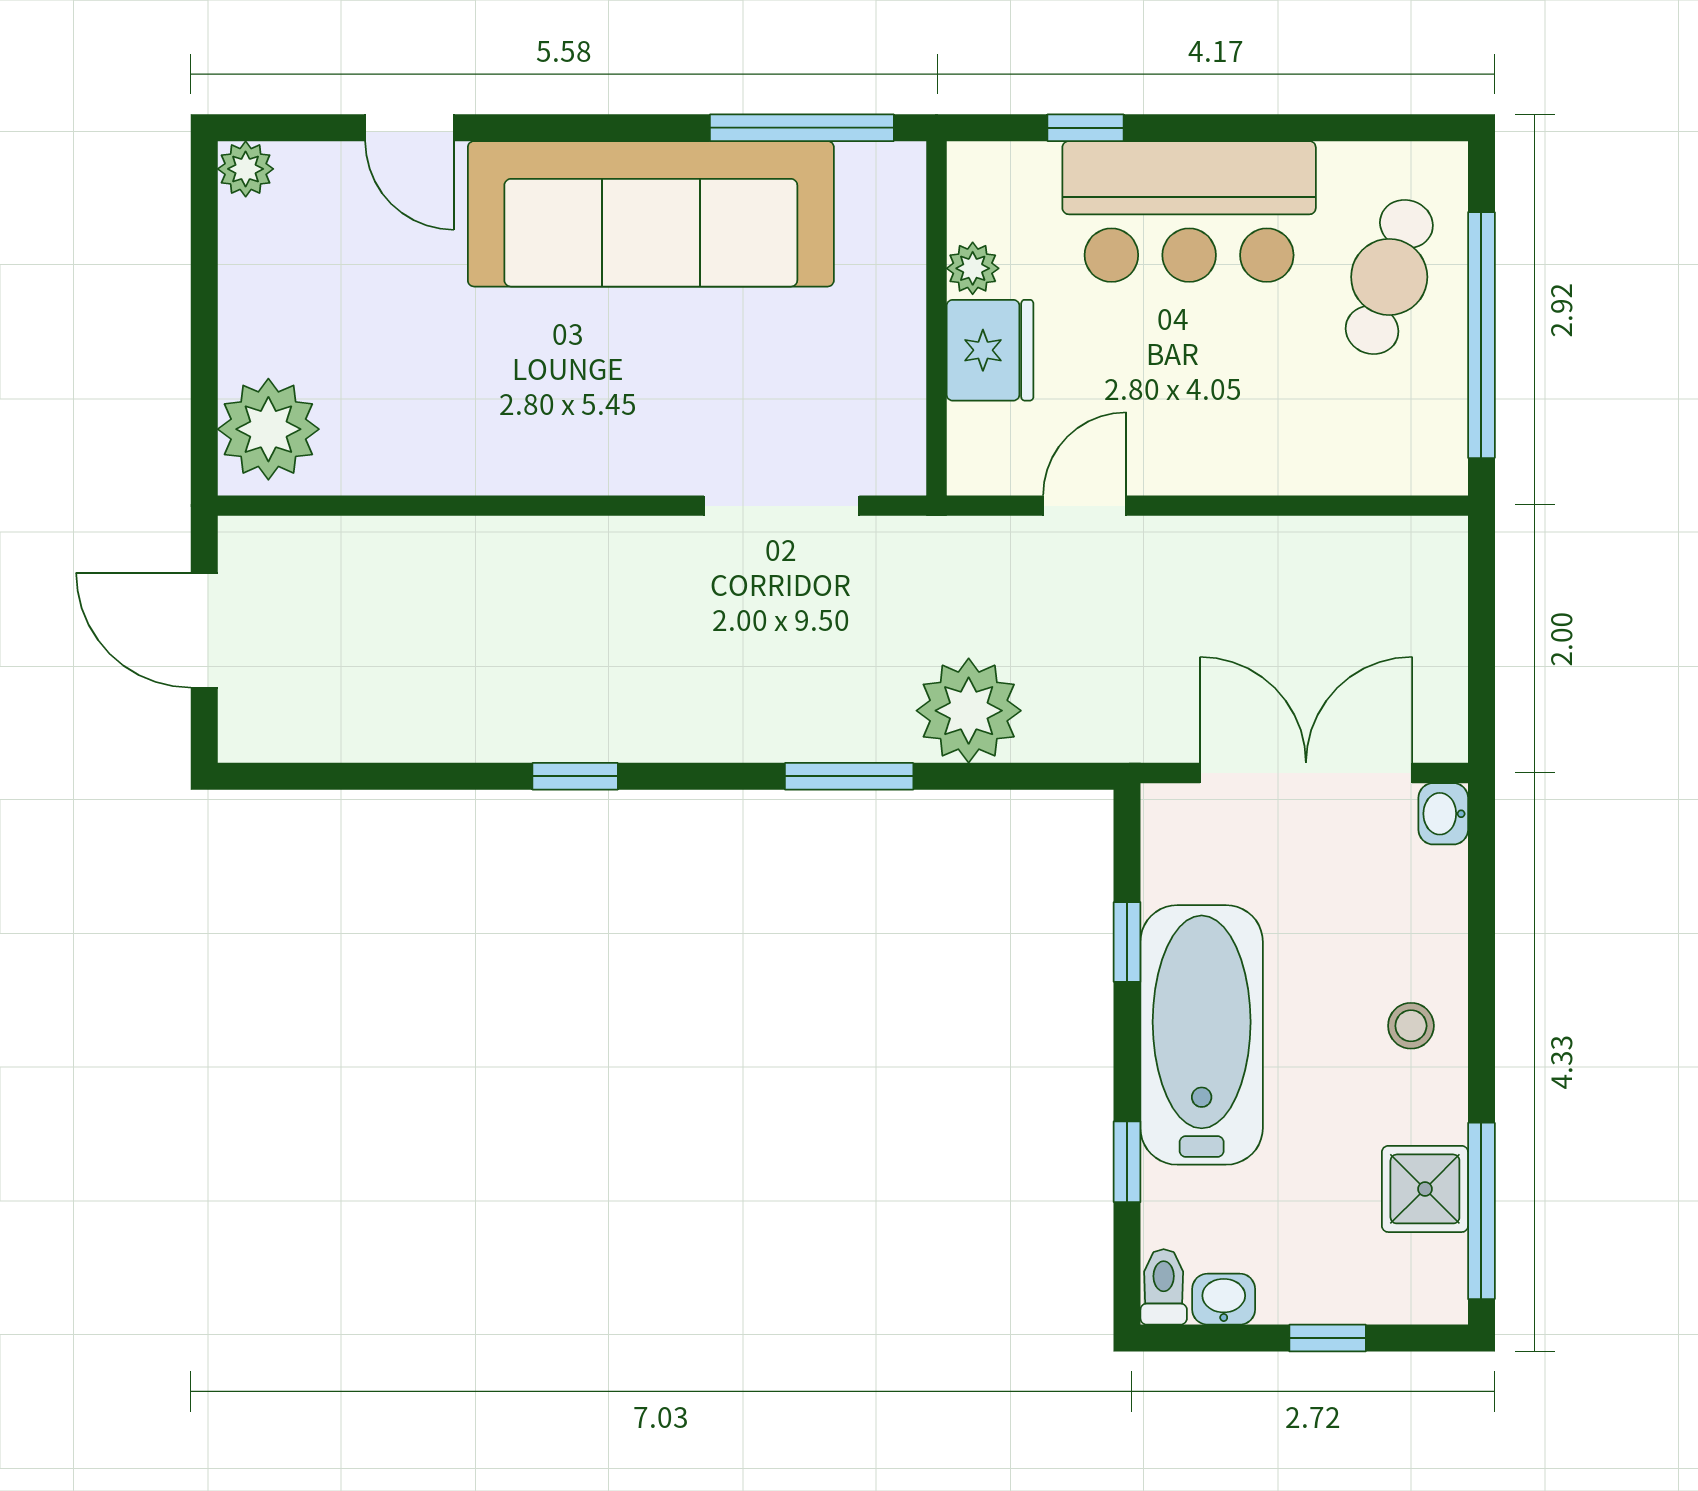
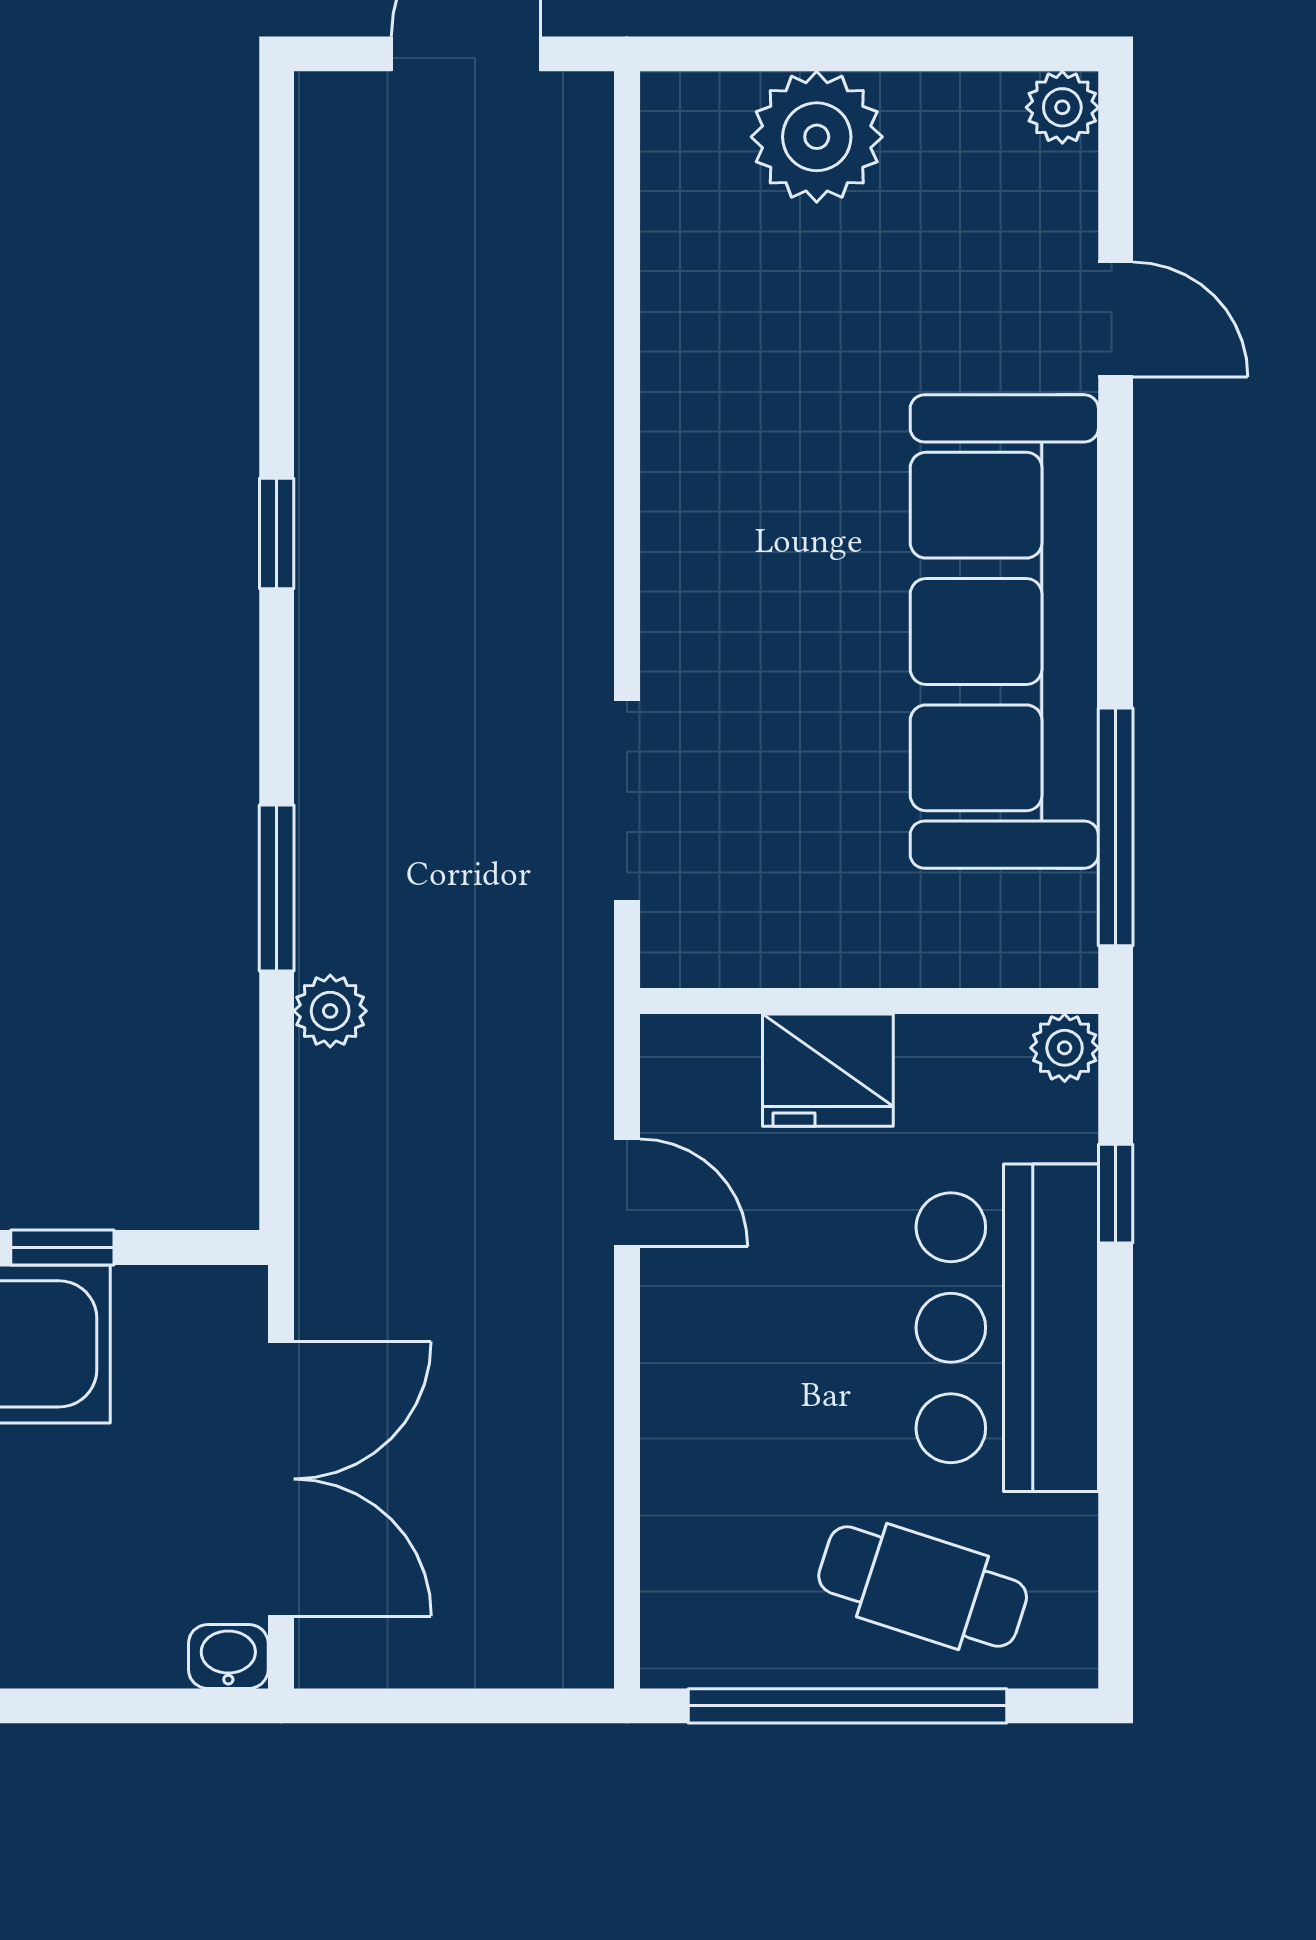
door: (410, 128) -> (1116, 319), swing flipped
plant: (973, 268) -> (1065, 1048), moved
plant: (268, 429) -> (817, 137), moved
plant: (969, 711) -> (330, 1011), width x0.53, depth x0.53

